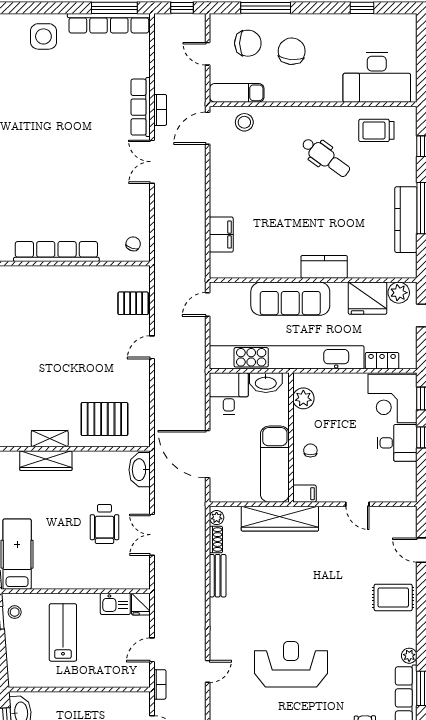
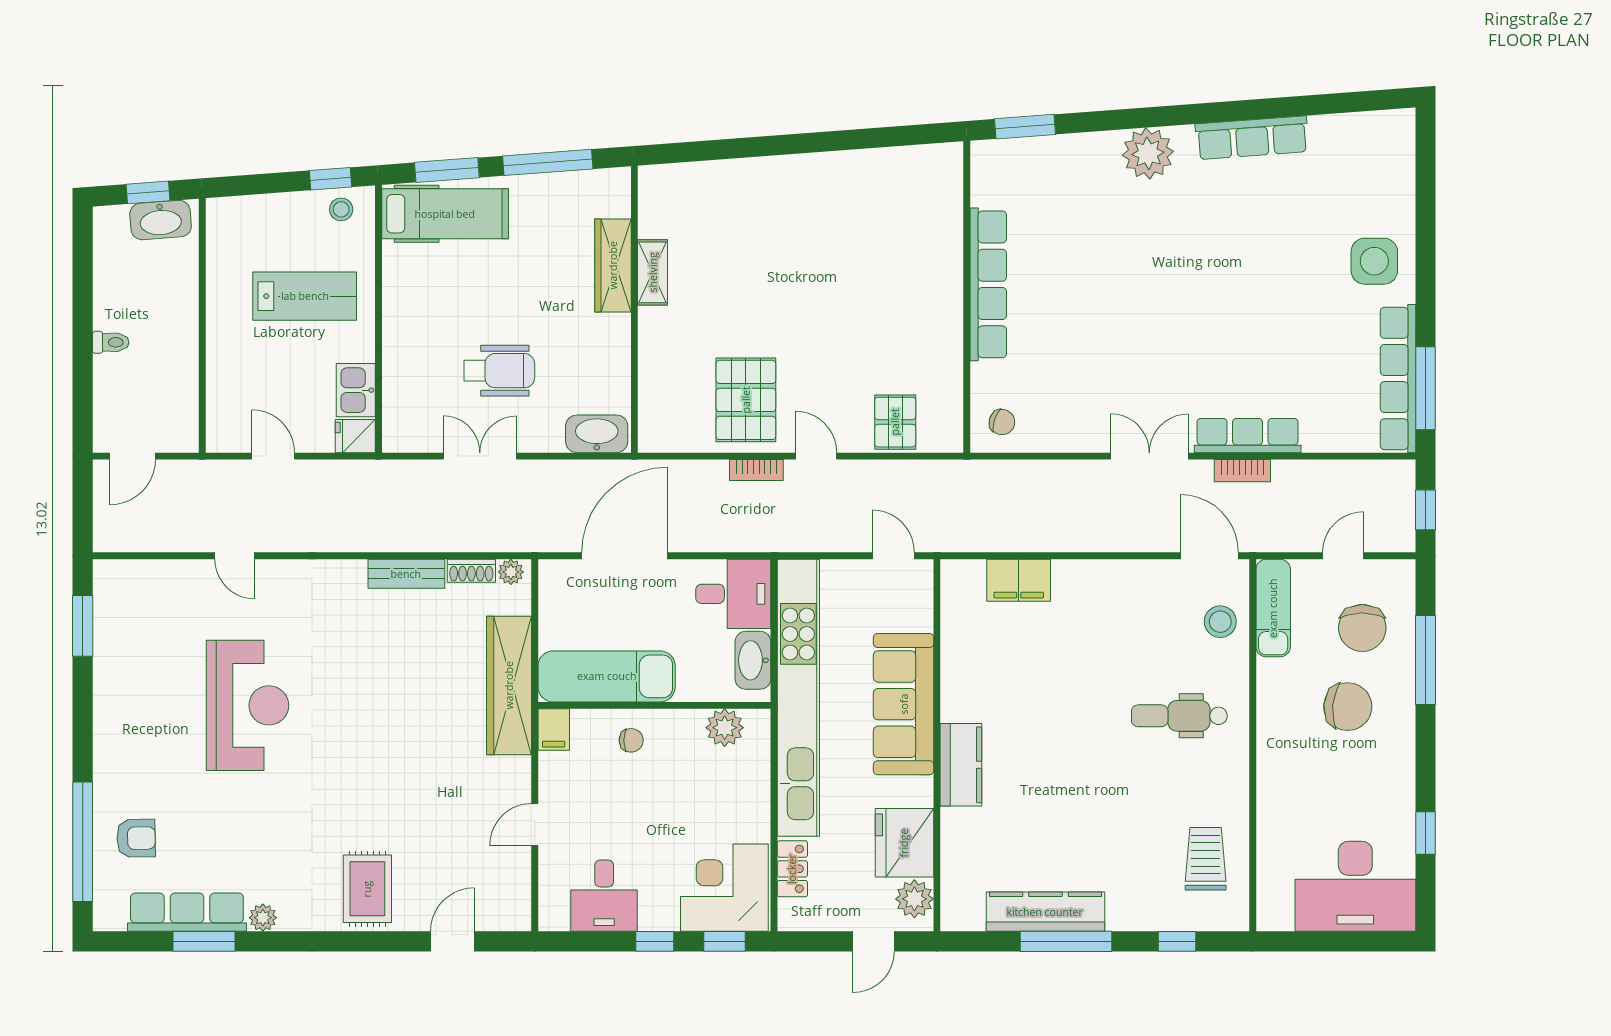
desk: (377, 77) -> (1355, 886), moved, turned -90
dental chair: (326, 157) -> (1179, 716), moved, turned 54
pallet: (104, 419) -> (746, 400), moved
desk: (397, 443) -> (604, 896), moved
wheelchair: (104, 524) -> (499, 371), turned 180
bookcase: (160, 684) -> (756, 470), moved

